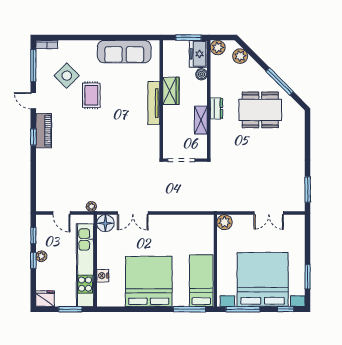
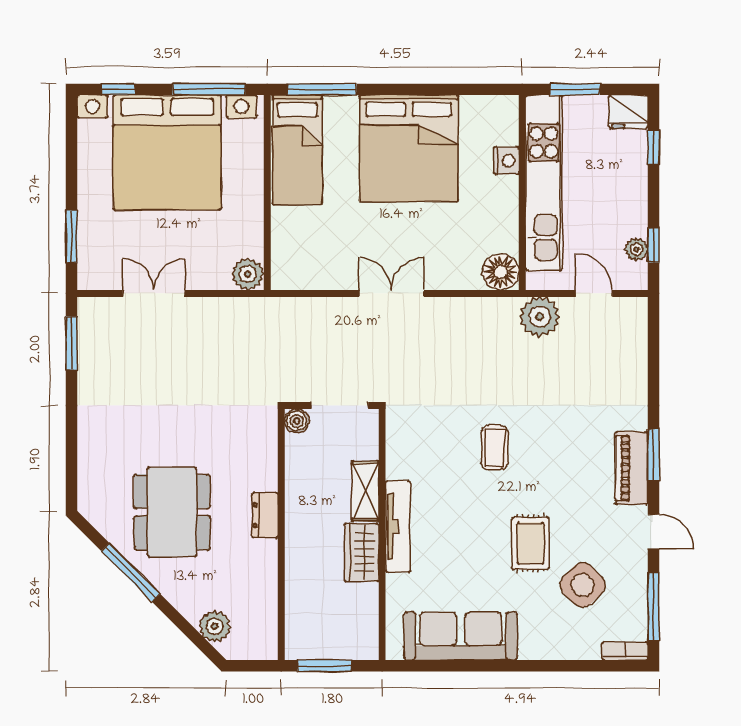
plant: (218, 48) -> (262, 645), removed
freezer: (198, 54) -> (303, 631), removed
boiler: (201, 74) -> (297, 421), moved
dining table: (260, 110) -> (172, 512), turned 90
shelving: (201, 120) -> (365, 491), moved
window: (33, 137) -> (653, 455), width x1.50
coffee table: (108, 140) -> (495, 447), added
plant: (91, 206) -> (540, 317), width x1.87, depth x1.87
double door: (133, 213) -> (392, 293), moved
plant: (41, 256) -> (636, 249), moved
window: (33, 260) -> (653, 147), moved
window: (308, 277) -> (72, 236), moved

